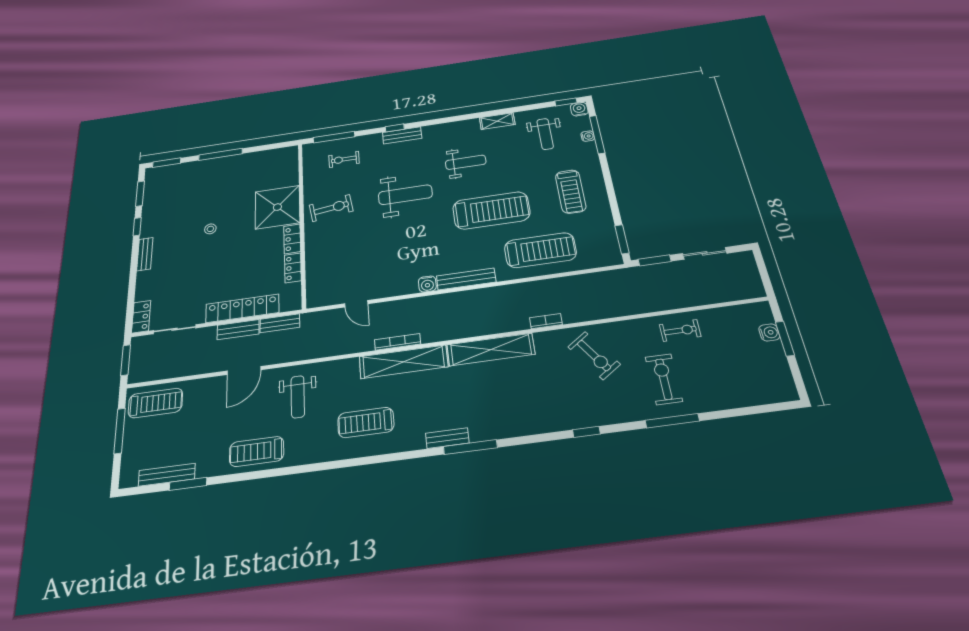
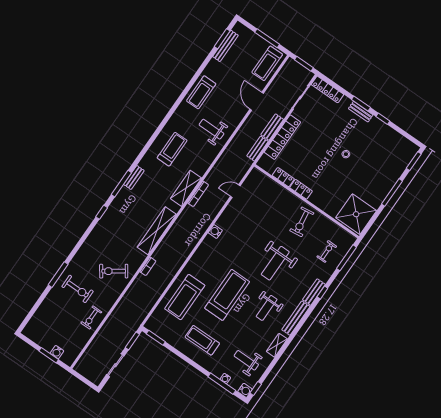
window: (140, 194) -> (361, 103), moved
shower: (277, 207) -> (356, 214), moved
treadmill: (491, 210) -> (227, 295), turned 180
bench: (466, 279) -> (296, 318), moved
locker: (141, 317) -> (327, 89), width x1.53
shelving: (403, 362) -> (186, 188), width x0.68
door: (244, 370) -> (257, 101), moved
window: (586, 432) -> (102, 212), moved
treadmill: (257, 451) -> (201, 92), turned 180
window: (188, 484) -> (222, 39), moved

